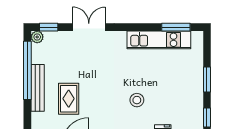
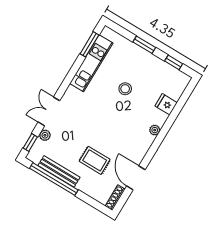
plant: (37, 37) -> (45, 135), moved
bench: (38, 88) -> (59, 171), moved
stool: (137, 100) -> (125, 89), moved

